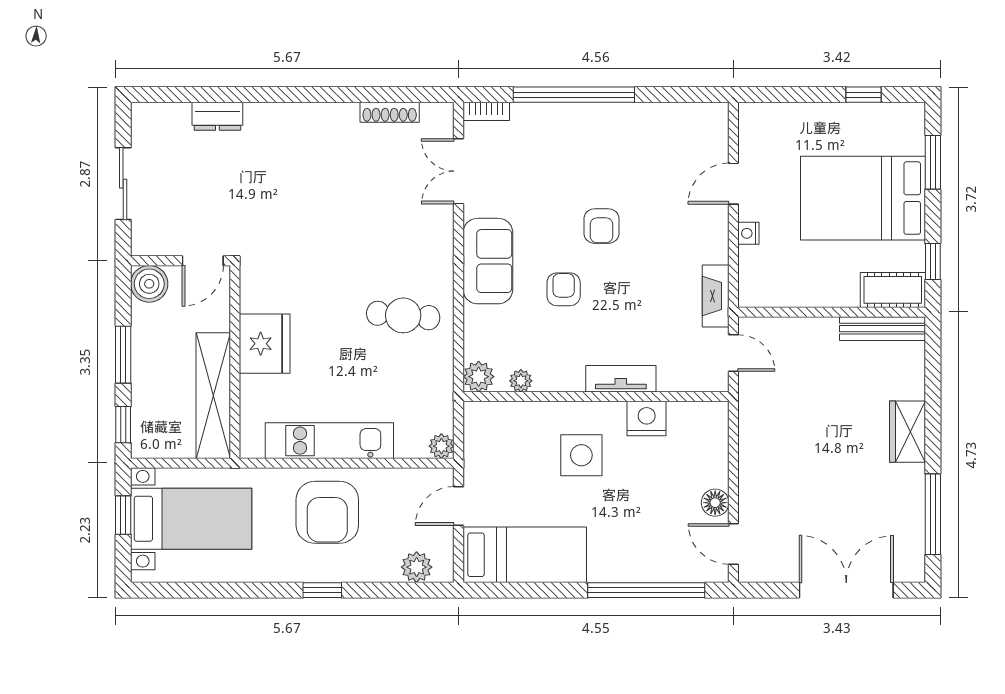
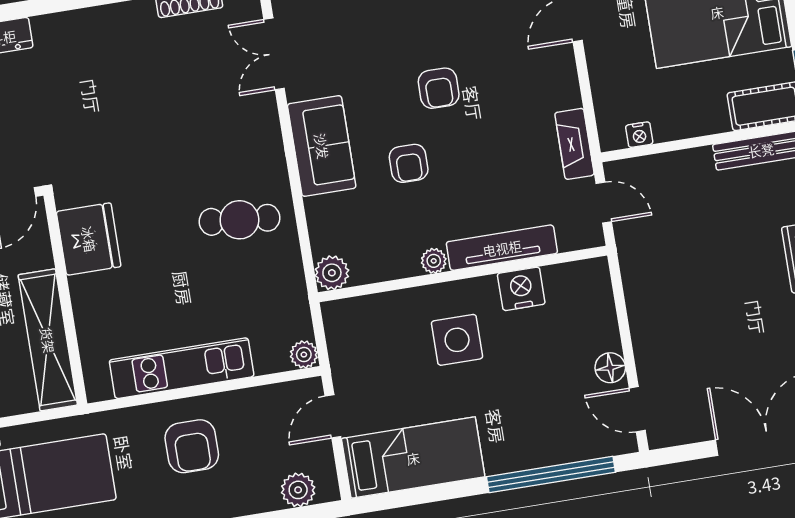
nightstand: (748, 233) -> (639, 135), moved, turned -90
armchair: (564, 289) -> (409, 163), turned 180
fridge: (265, 344) -> (89, 239), moved
tv unit: (621, 379) -> (502, 248), width x1.41
plant: (521, 381) -> (434, 261), moved
armchair: (327, 512) -> (192, 446), width x0.73, depth x0.73

